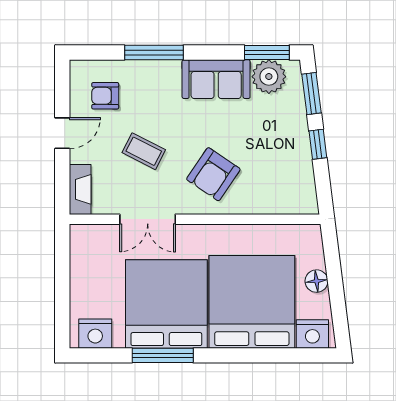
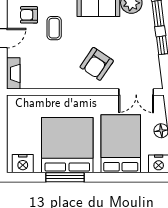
coffee table: (144, 151) -> (54, 28), moved, turned 63
double door: (148, 219) -> (136, 92), moved
bed: (252, 302) -> (121, 144), width x0.73

